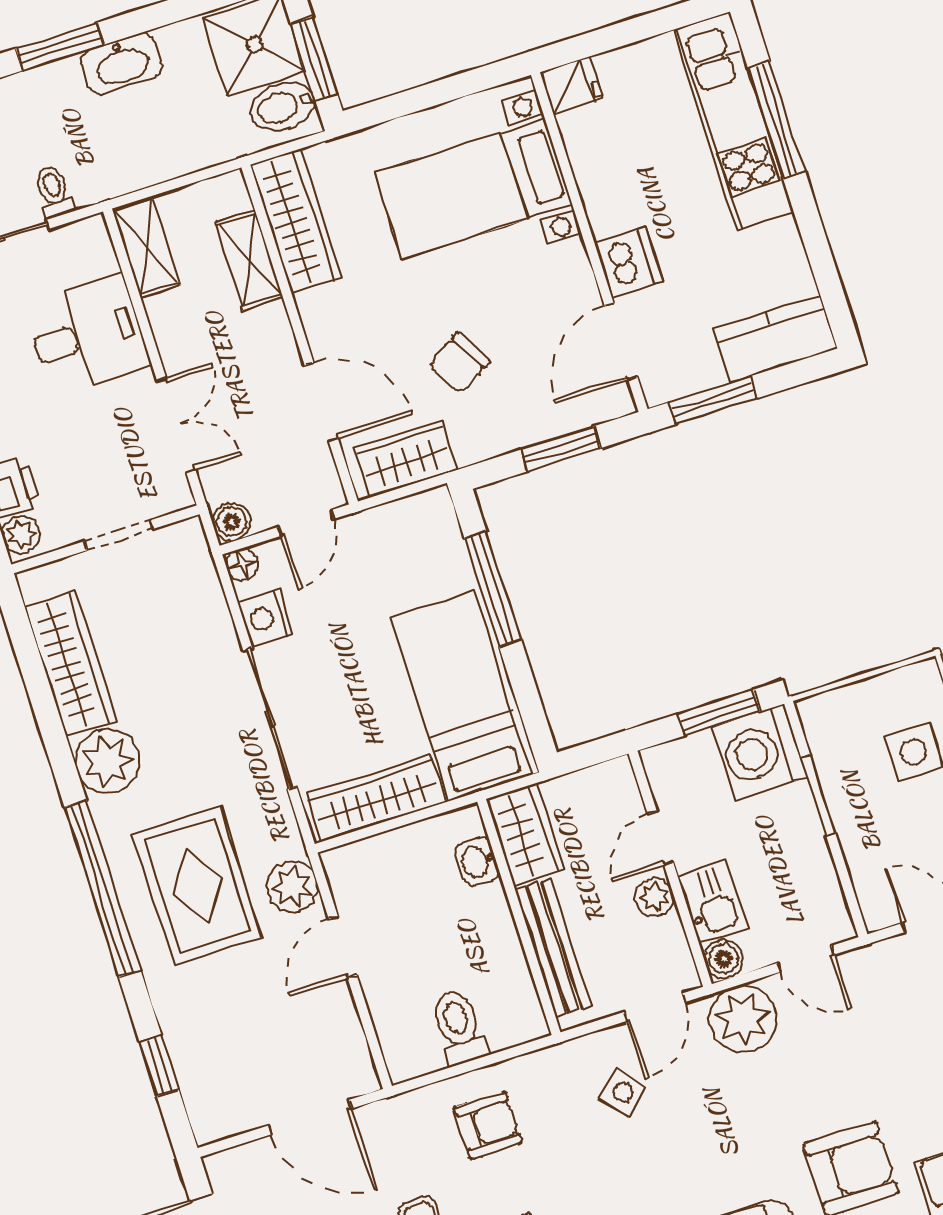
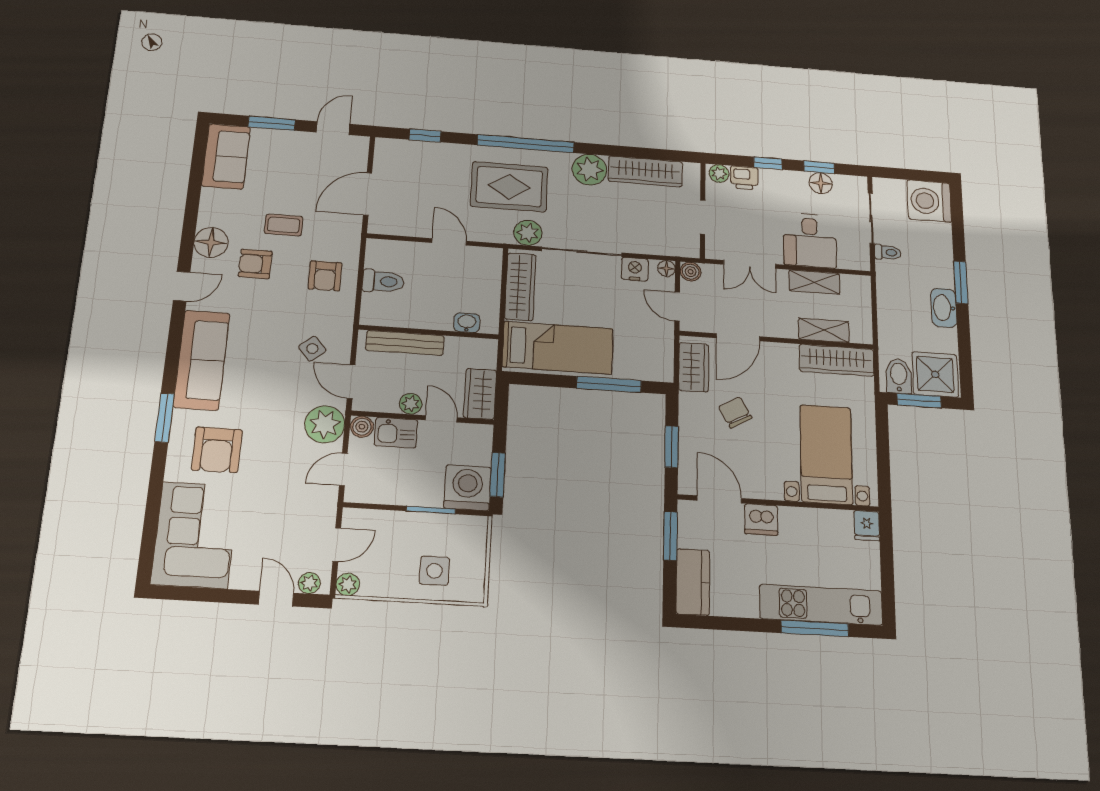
shelving: (146, 247) -> (814, 282), moved
wardrobe: (525, 834) -> (480, 394), moved, turned 90
plant: (292, 886) -> (528, 233), moved

